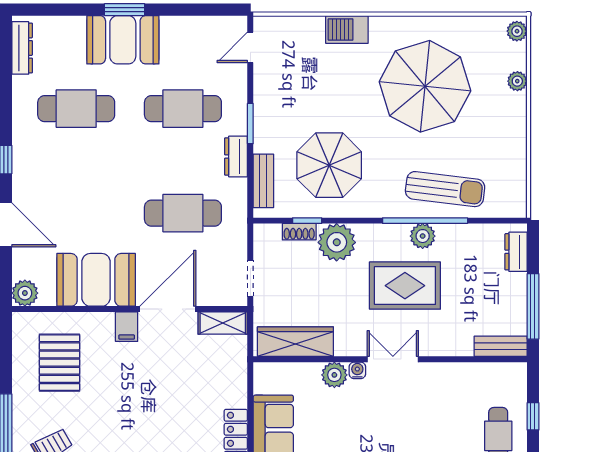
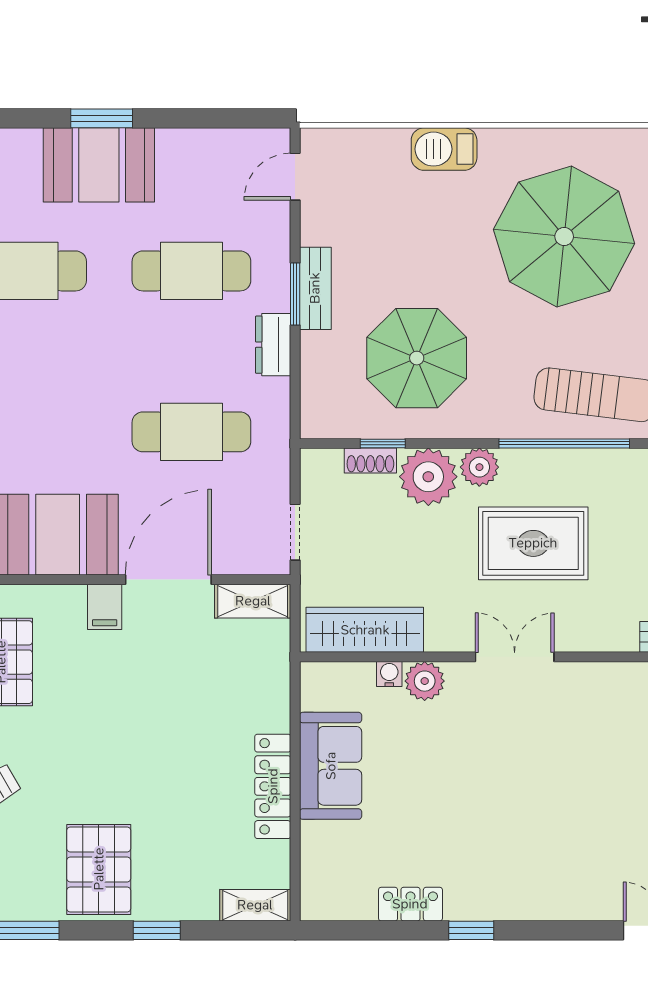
bench: (263, 181) -> (315, 288), moved
plant: (423, 236) -> (479, 467), moved
water cooler: (357, 370) -> (389, 674), moved

